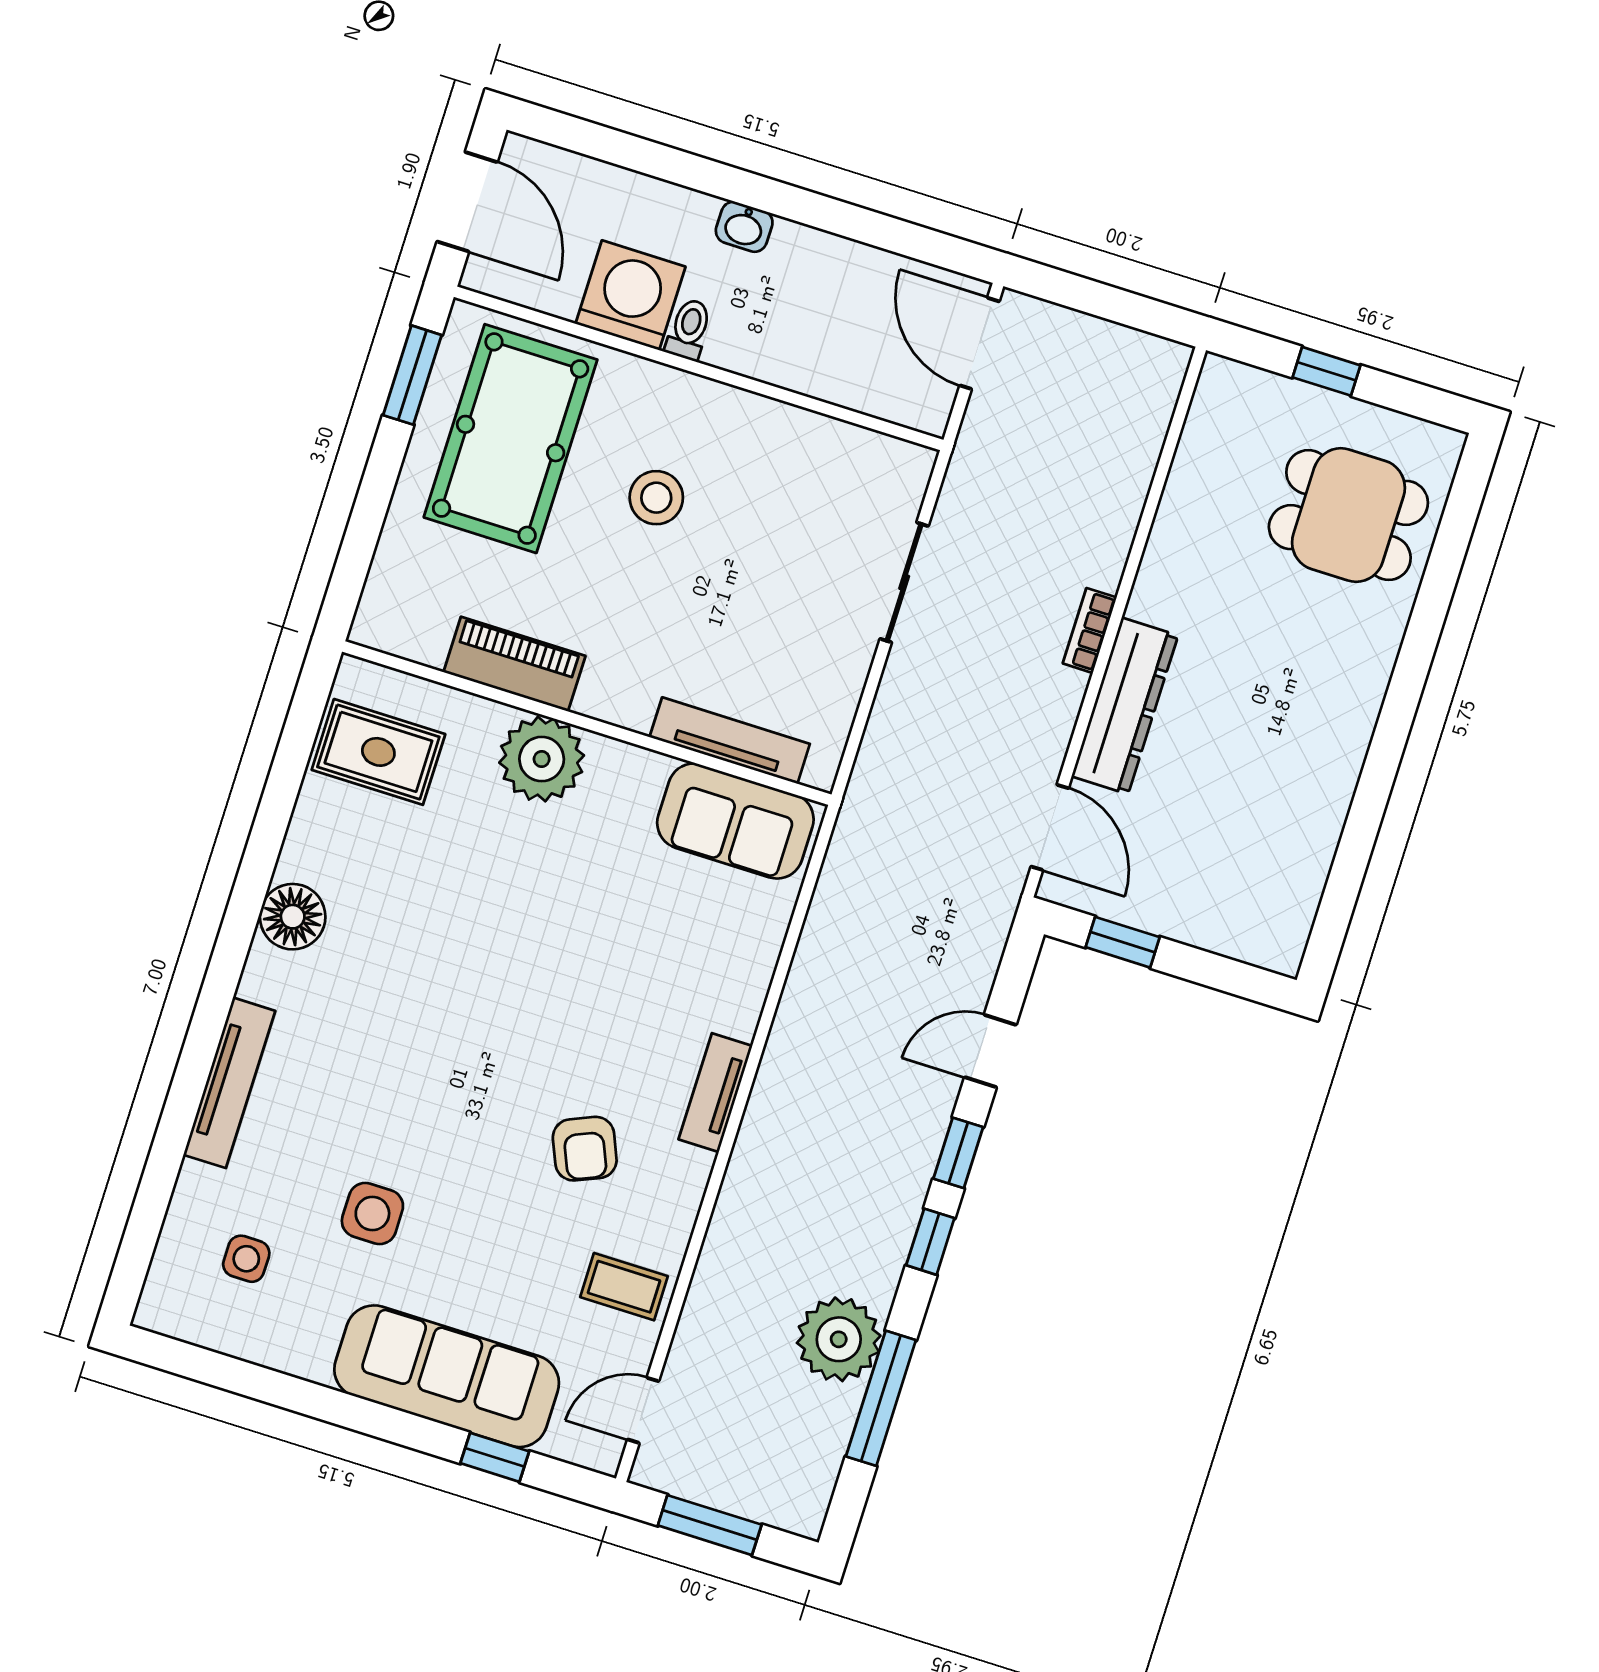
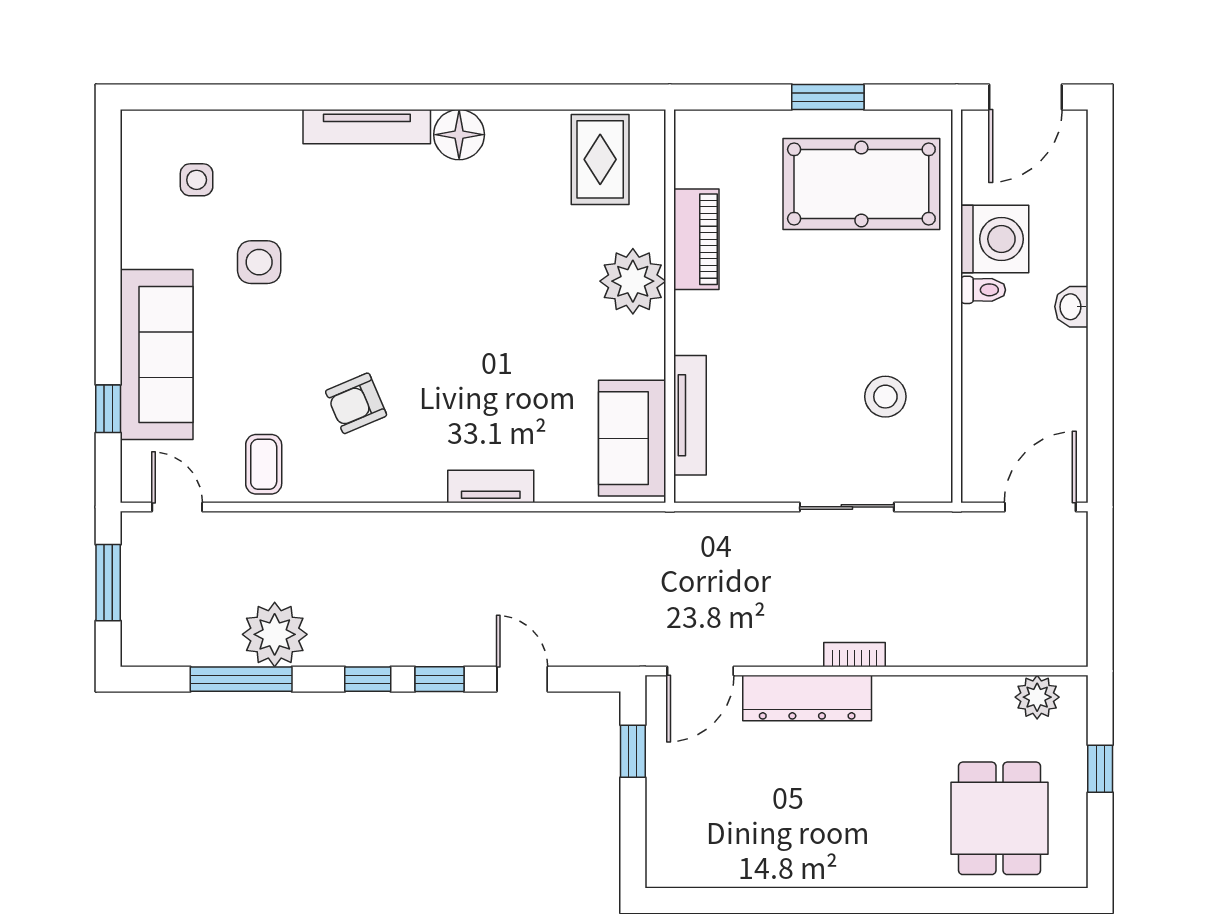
window: (412, 375) -> (828, 97), moved
plant: (1213, 421) -> (1037, 697), added
stool: (656, 498) -> (885, 397), moved
tv unit: (229, 1083) -> (367, 127), moved
tv unit: (715, 1093) -> (491, 486), moved

